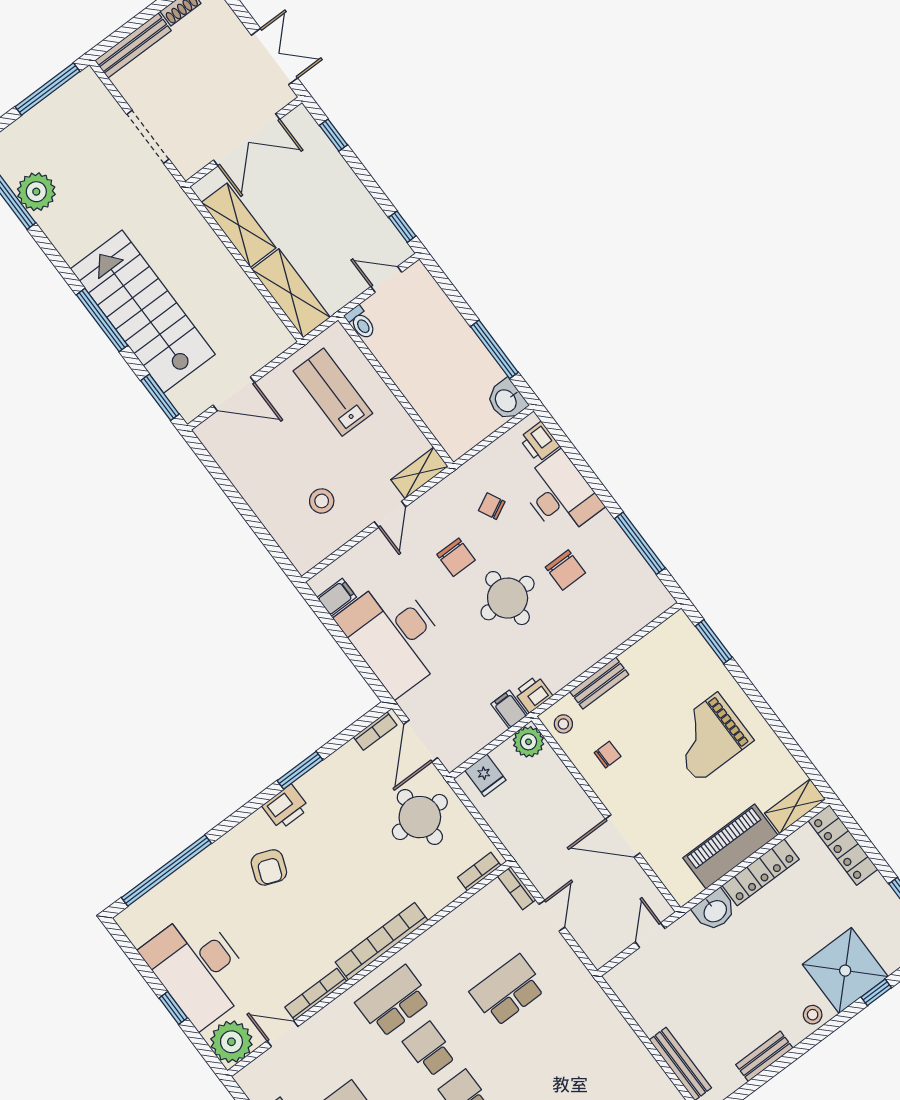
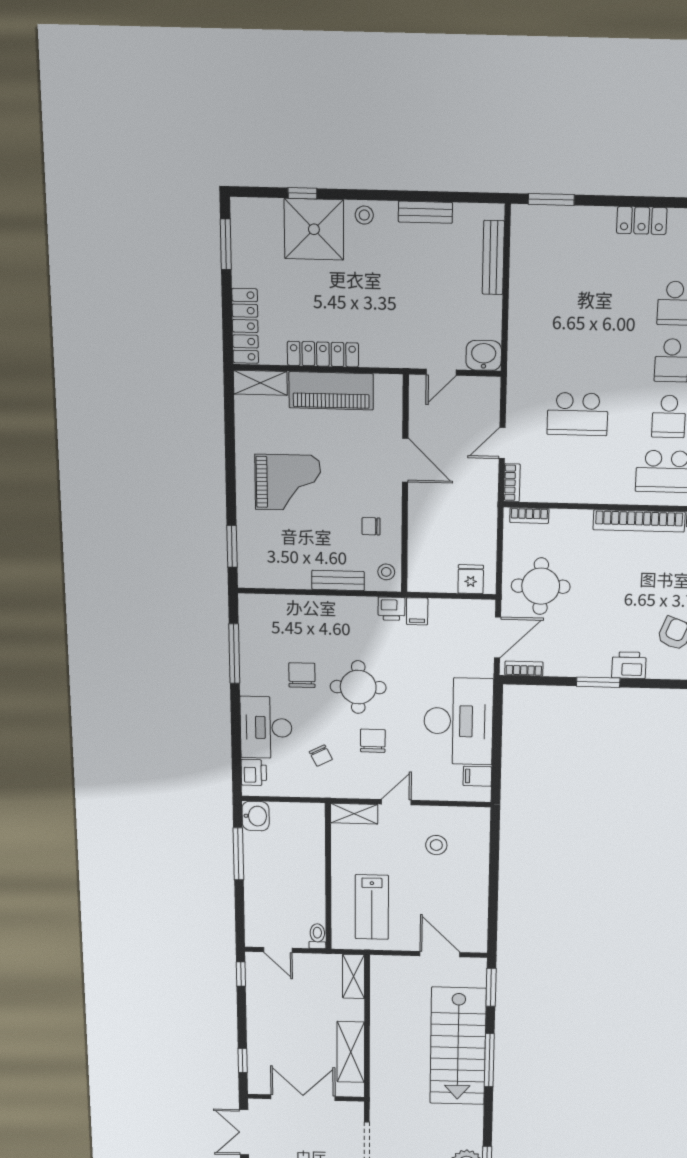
shelving: (291, 293) -> (354, 976), width x0.67, depth x0.75
plant: (528, 742) -> (421, 579), removed
washbasin: (715, 910) -> (484, 355), moved

